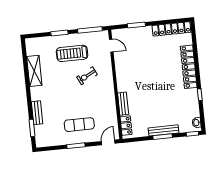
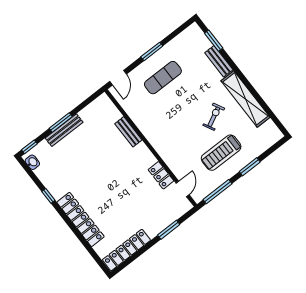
door: (111, 46) -> (183, 189), swing flipped
treadmill: (72, 53) -> (221, 153), turned 180
shelving: (34, 71) -> (246, 99), width x1.47
exercise bike: (87, 76) -> (214, 117), moved
locker: (126, 126) -> (161, 175), moved

